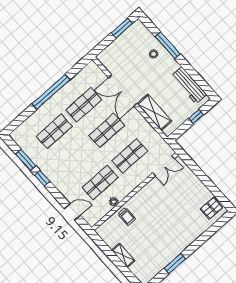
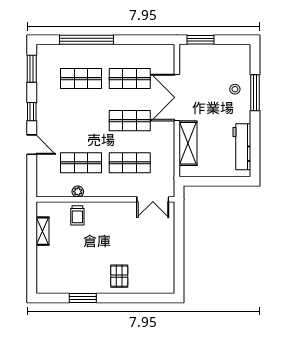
window: (122, 28) -> (200, 40), moved
window: (51, 92) -> (87, 40), moved
window: (196, 117) -> (223, 181), removed
window: (26, 160) -> (32, 69), moved
pallet: (212, 208) -> (119, 276), moved, turned 90
door: (72, 212) -> (32, 145), moved
shelving: (123, 255) -> (42, 231), moved

